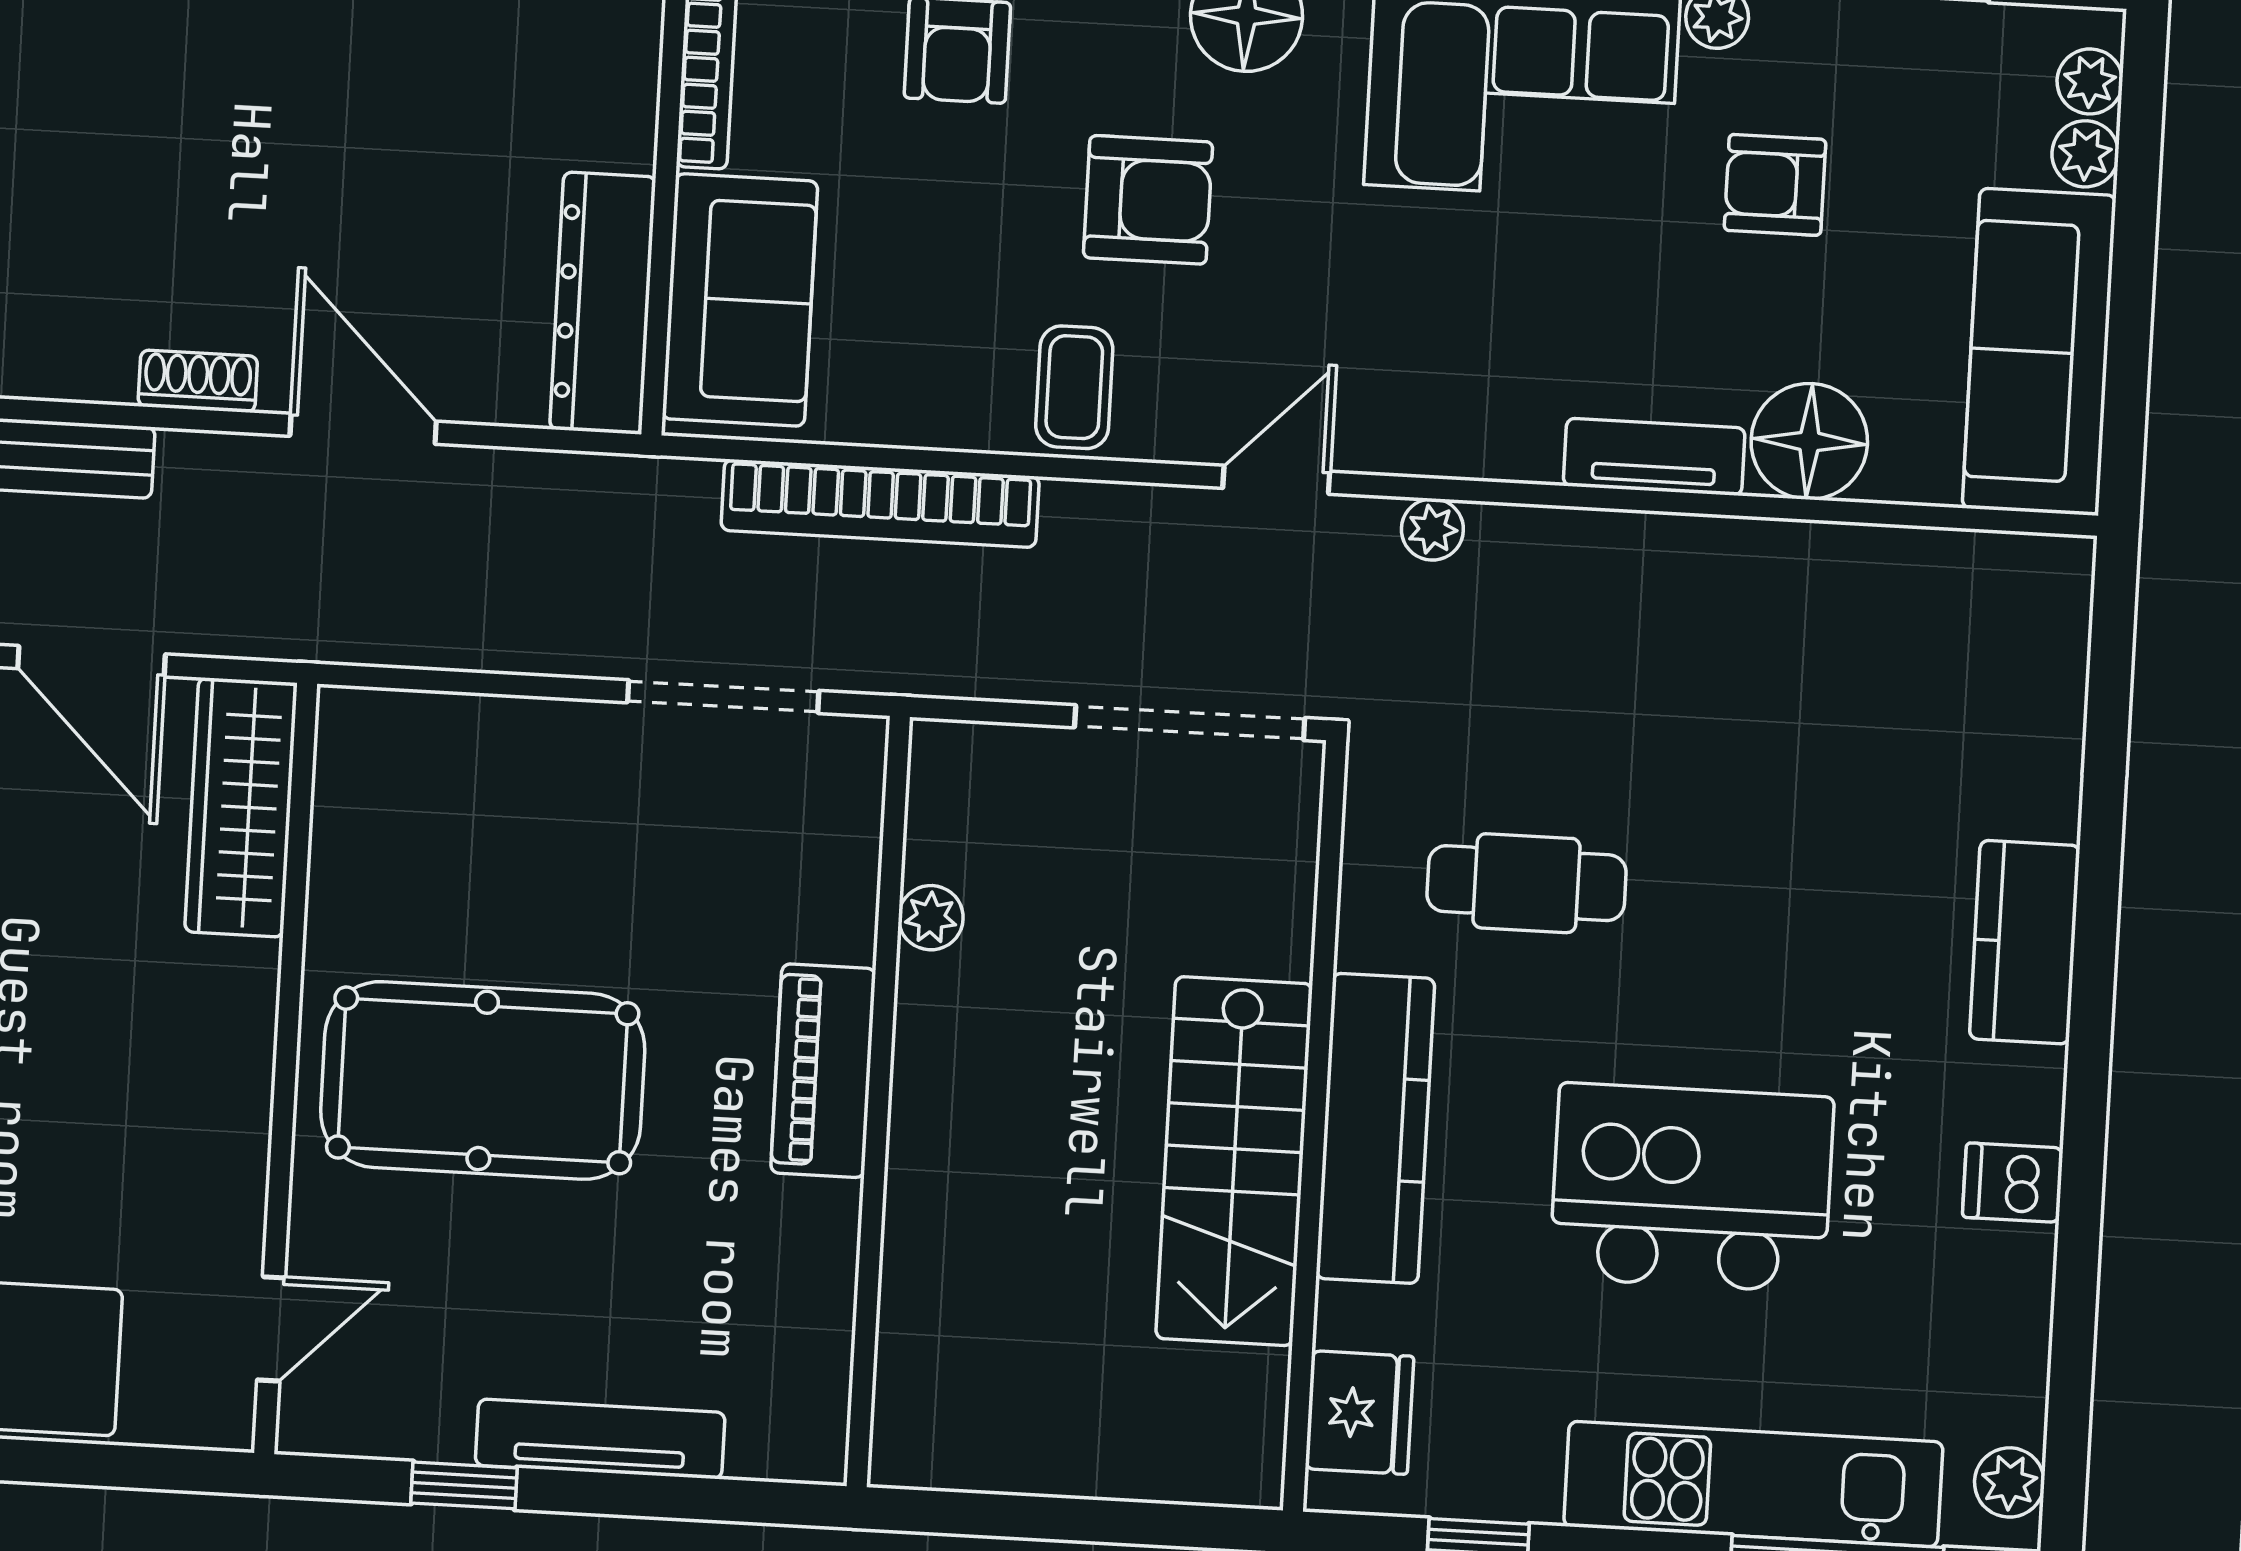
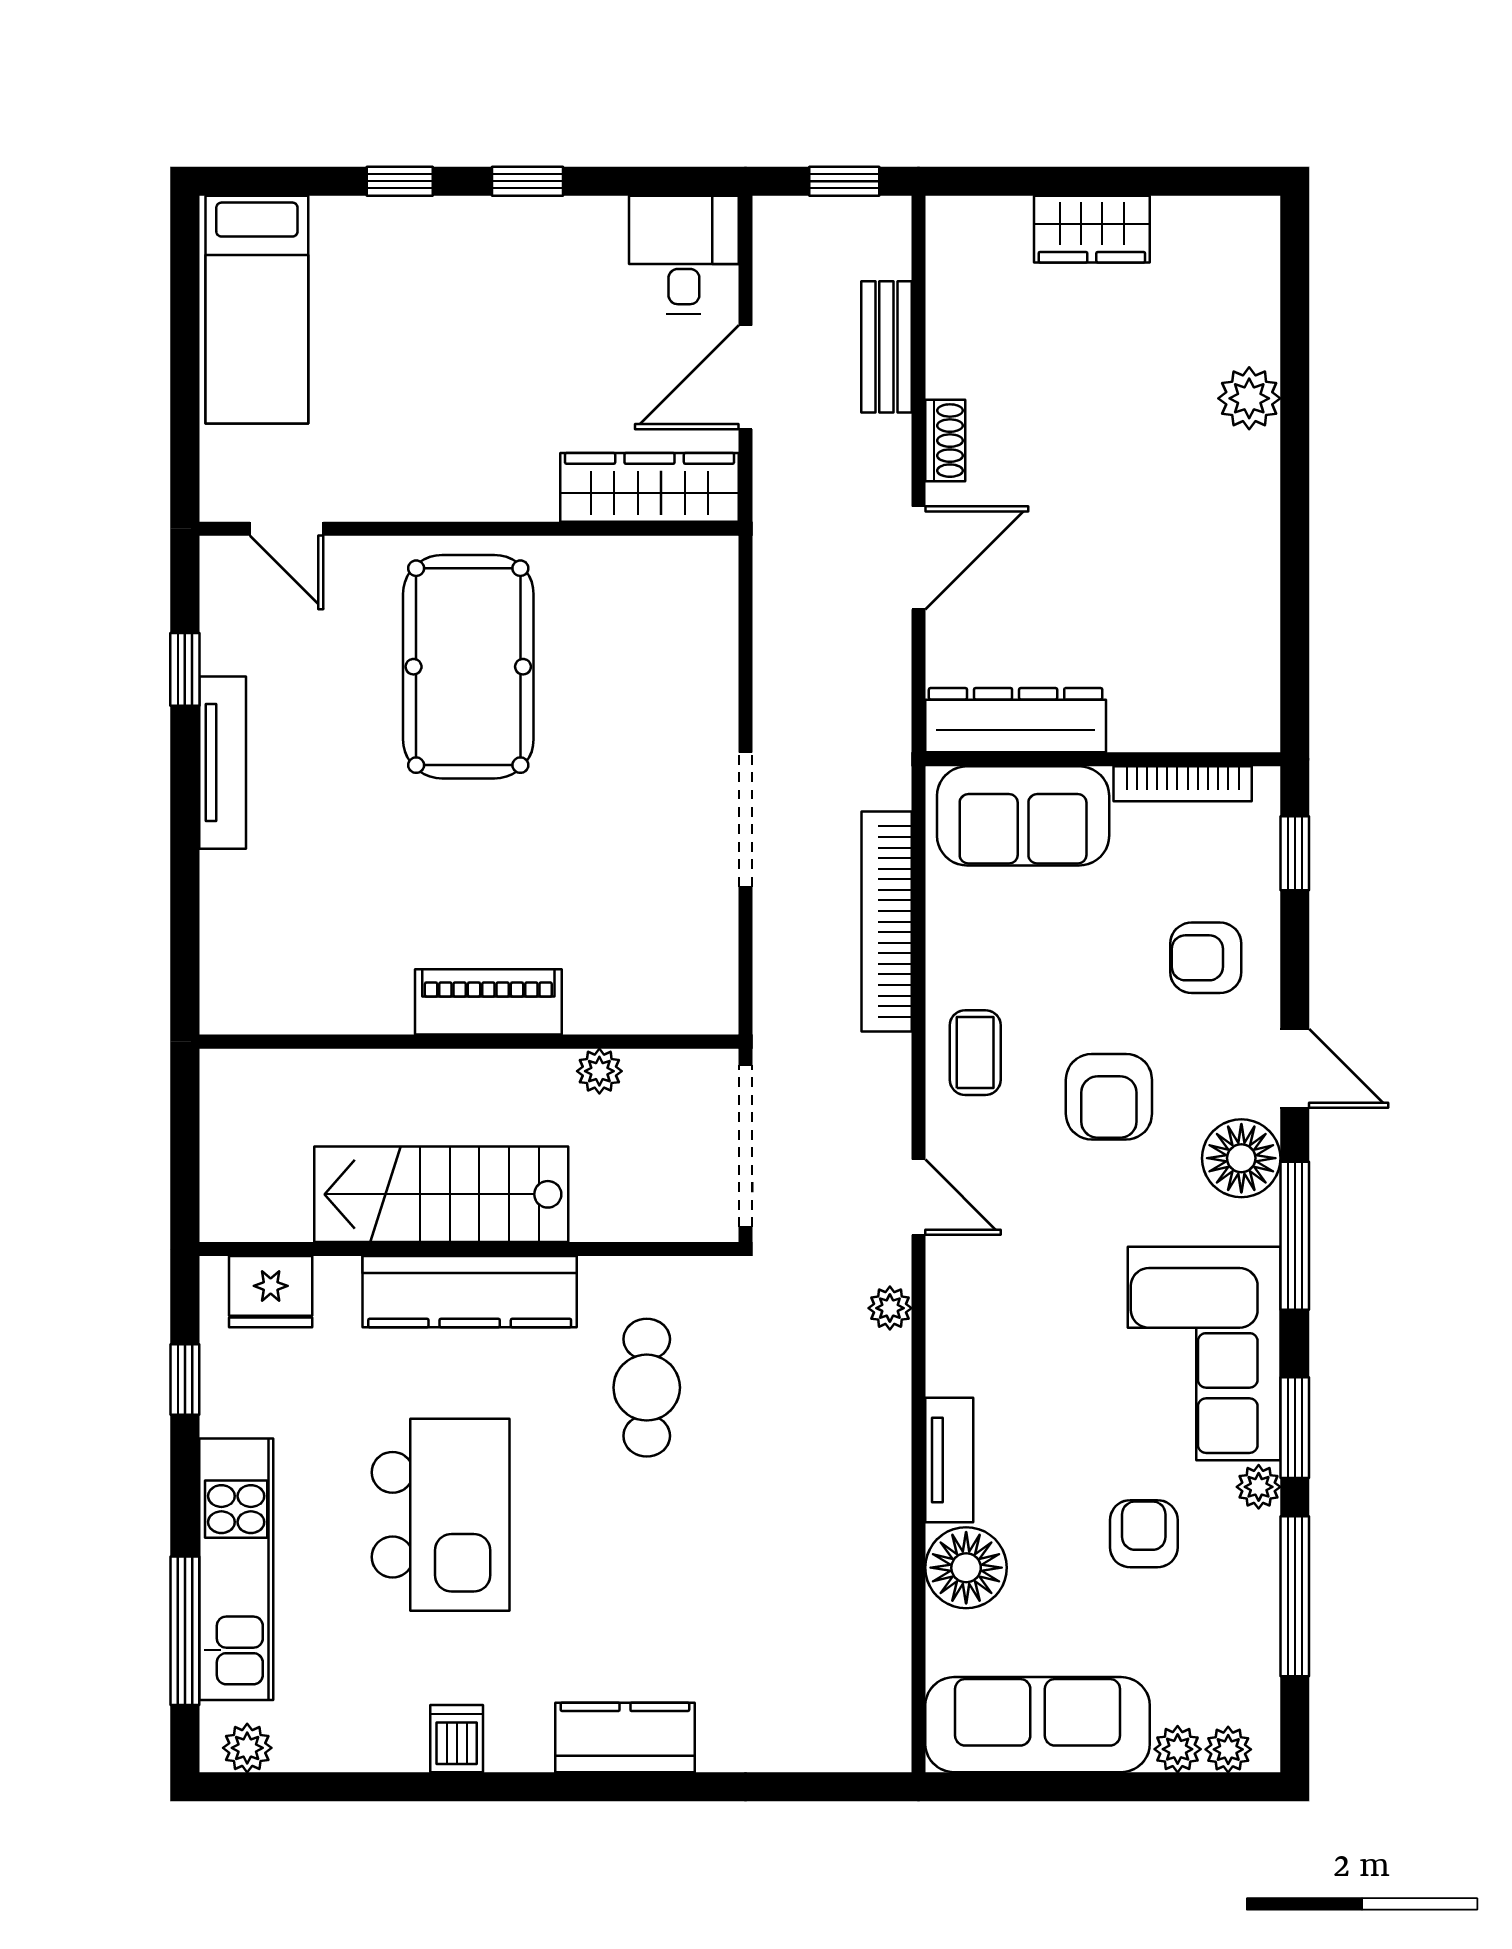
coffee table: (1074, 387) -> (975, 1053), turned 90
plant: (931, 918) -> (599, 1071), moved
piano: (823, 1071) -> (488, 1002), moved
wall: (878, 1102) -> (469, 1042), moved

